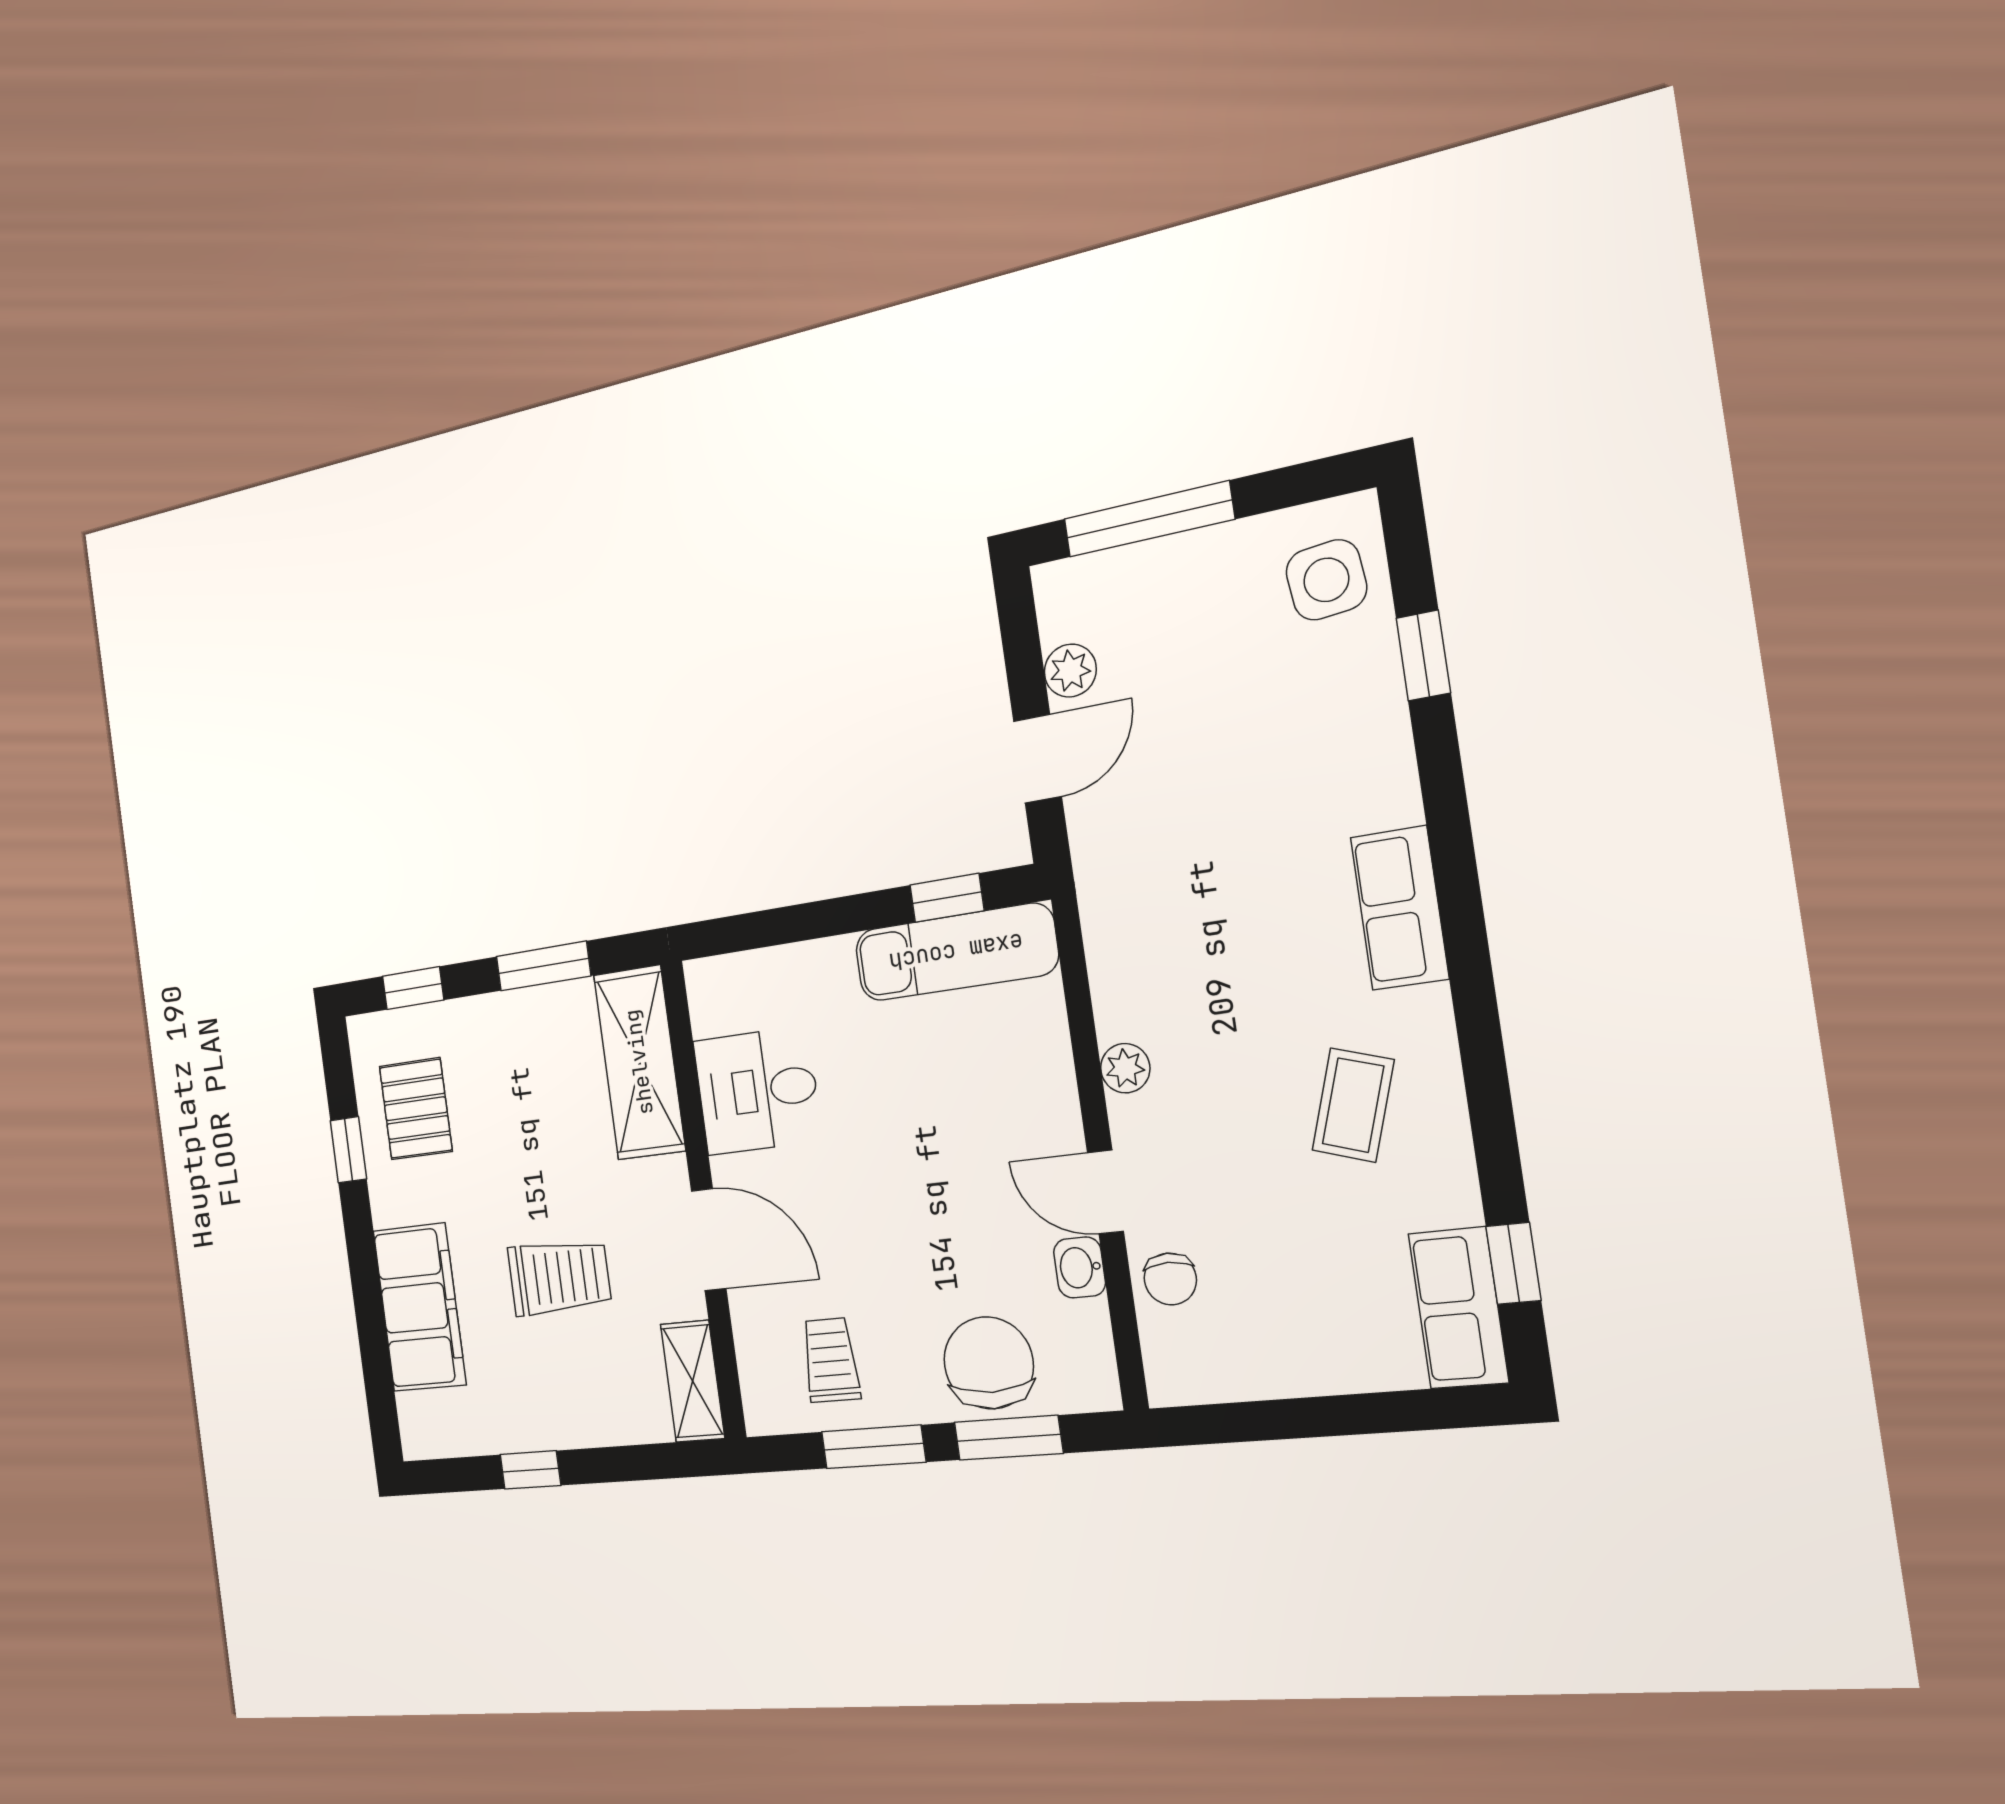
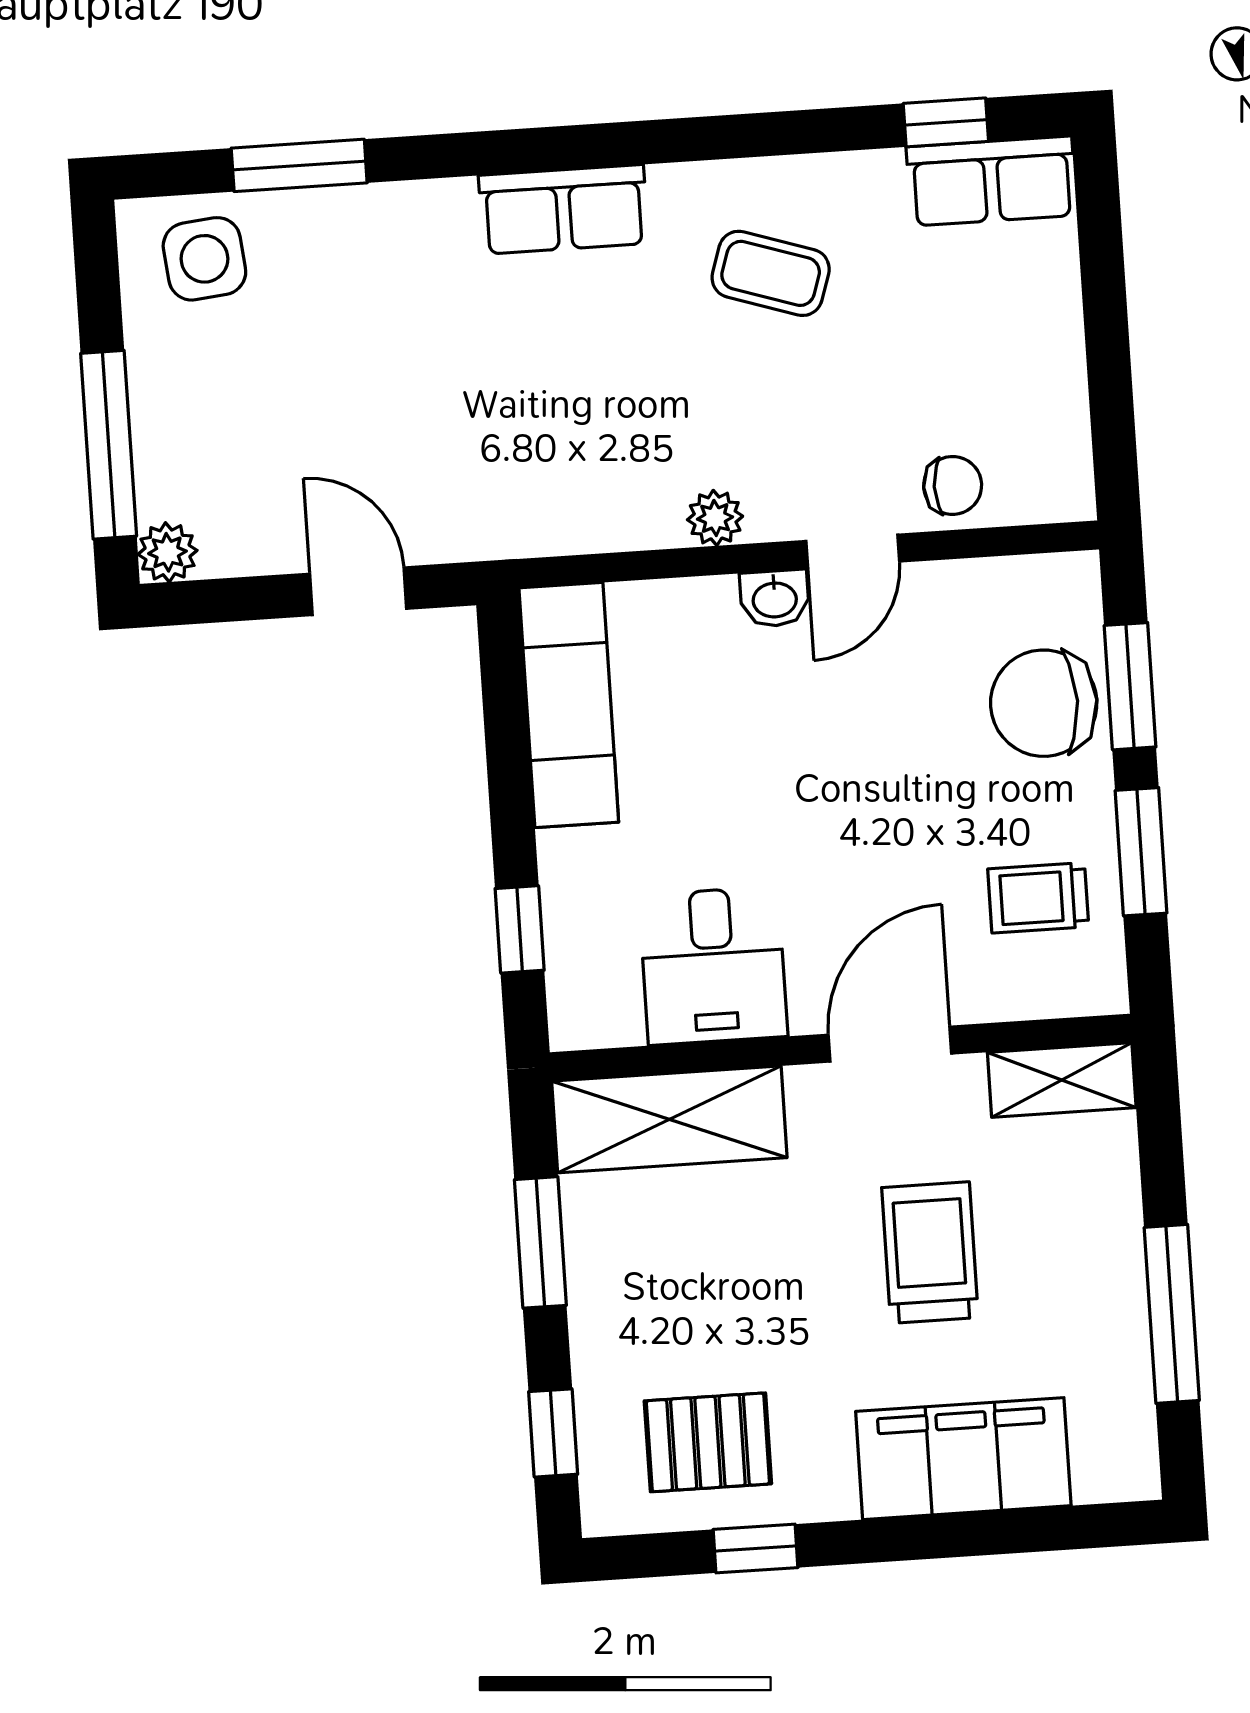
window: (1423, 655) -> (299, 165), width x1.50
plant: (1070, 671) -> (167, 552), moved
window: (947, 898) -> (520, 929), moved
washbasin: (1080, 1267) -> (775, 598), moved
window: (530, 1470) -> (1172, 1314), width x2.17

